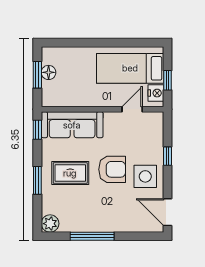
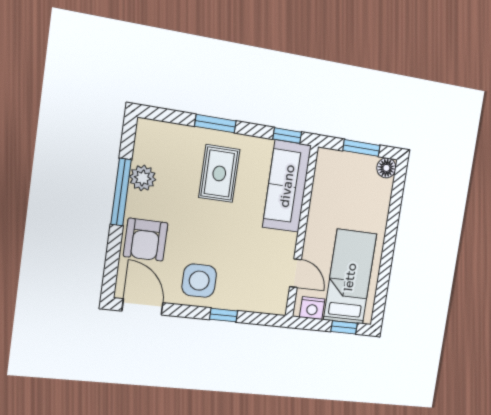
floor lamp: (49, 72) -> (386, 168), moved
window: (168, 80) -> (344, 327), moved
armchair: (112, 169) -> (146, 240), moved
door: (168, 212) -> (143, 307), hinge flipped
plant: (50, 224) -> (143, 178), moved

